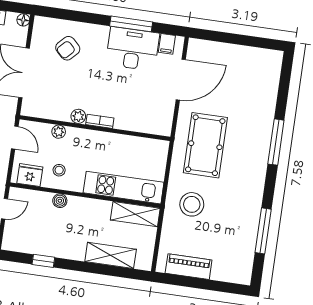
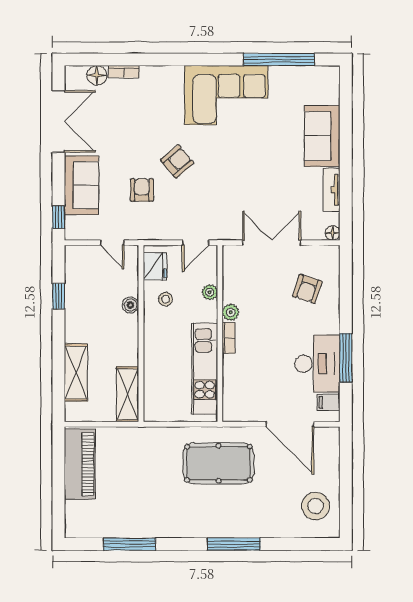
armchair: (68, 48) -> (307, 289), turned -116
kitchen unit: (124, 188) -> (205, 369), moved, turned 180
stool: (192, 204) -> (316, 506), moved
piano: (189, 267) -> (80, 464), width x1.37, depth x1.33

